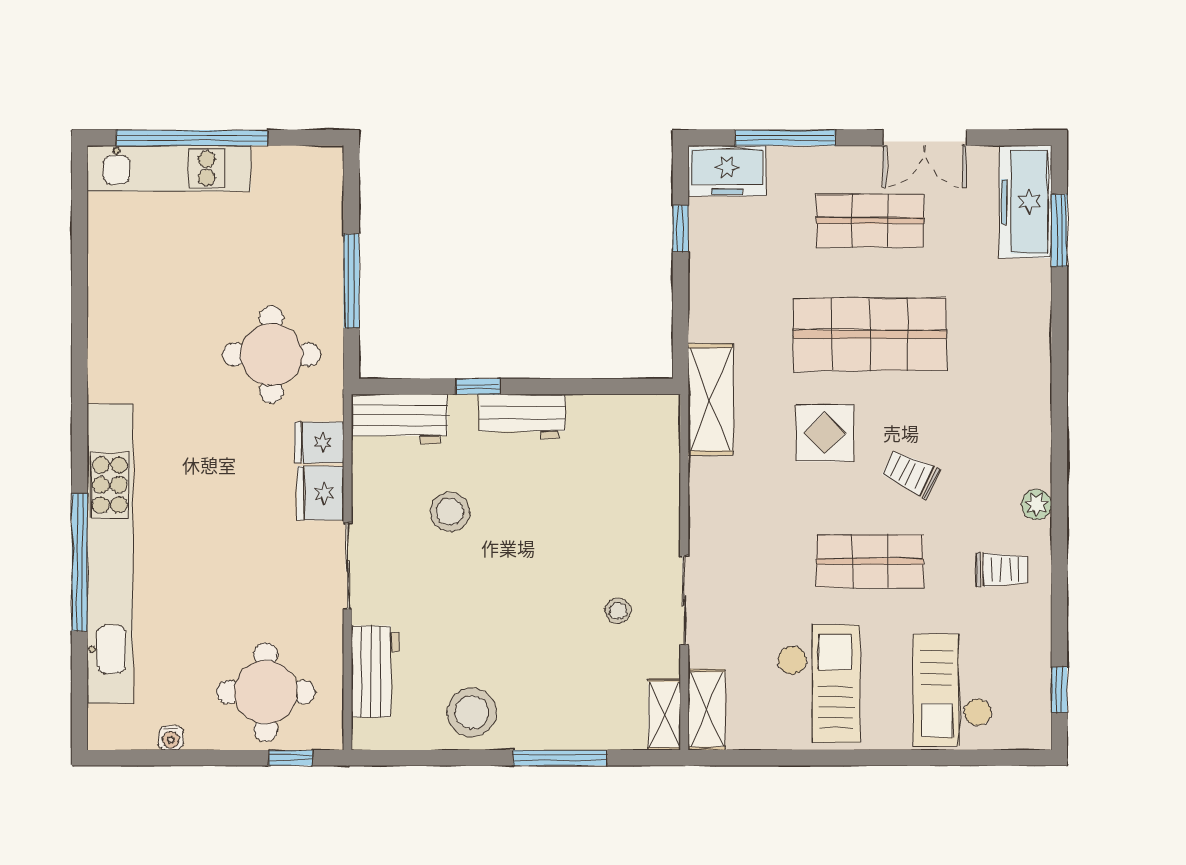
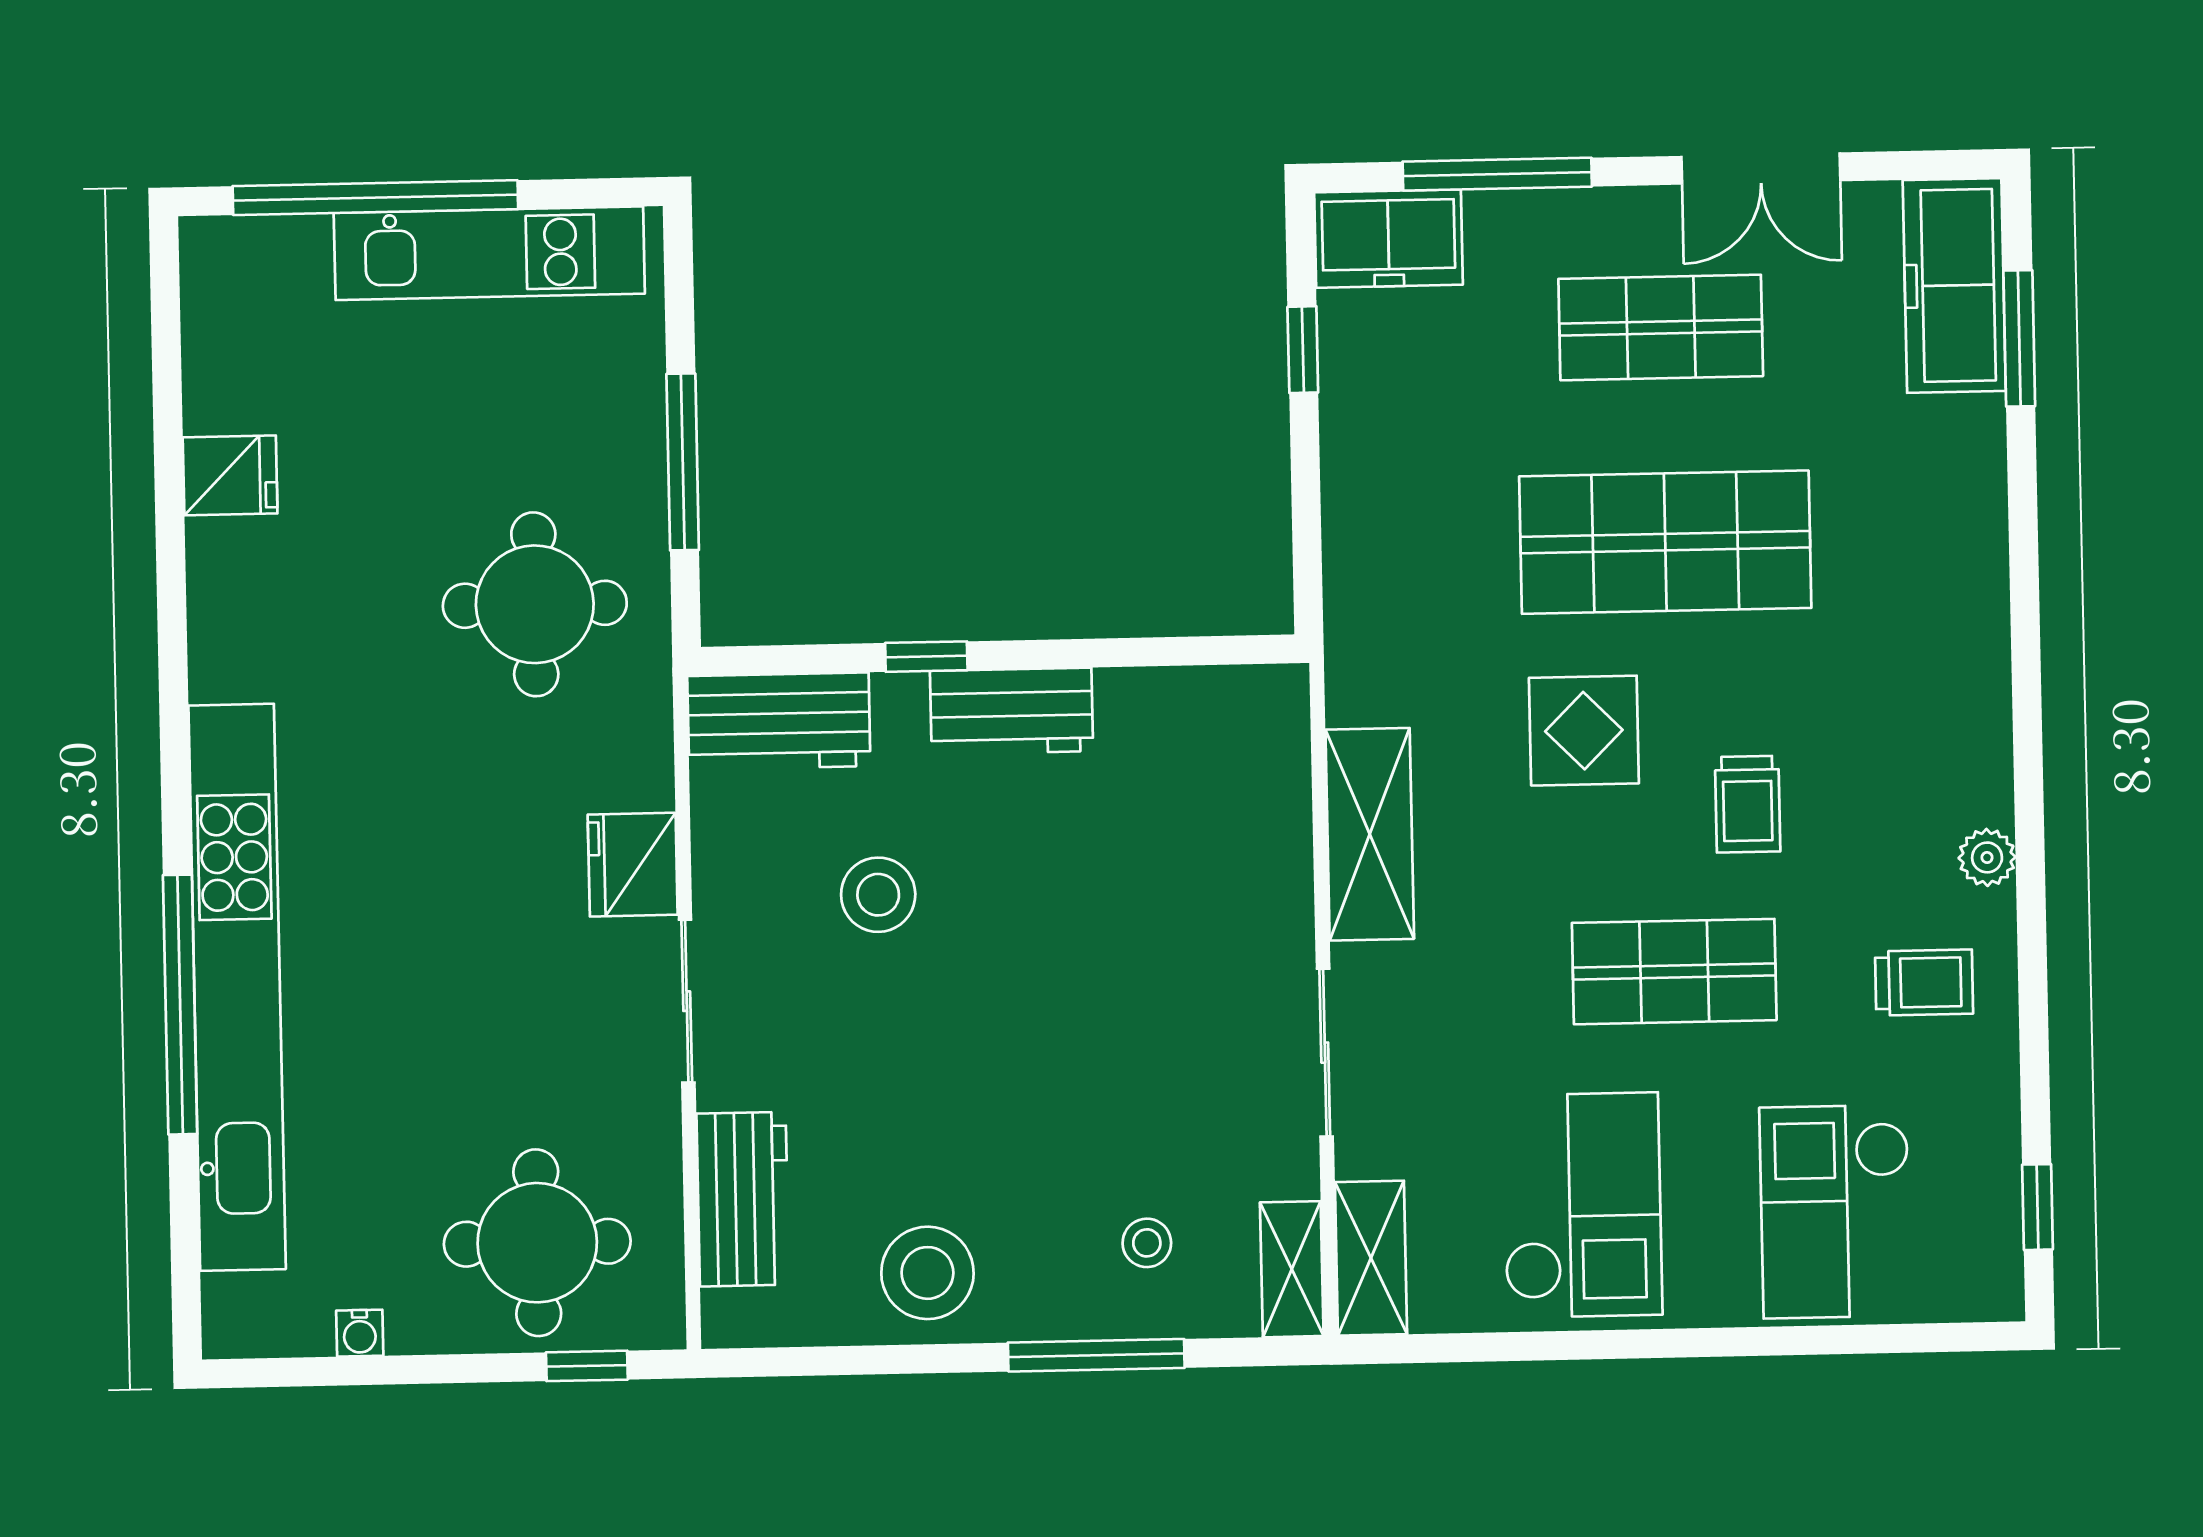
kitchen unit: (169, 168) -> (489, 253), moved
shelving: (710, 399) -> (1370, 834), moved
fridge: (319, 442) -> (230, 475), moved, turned 180
trolley: (911, 474) -> (1748, 804), turned -115
stool: (618, 611) -> (1147, 1243), moved

